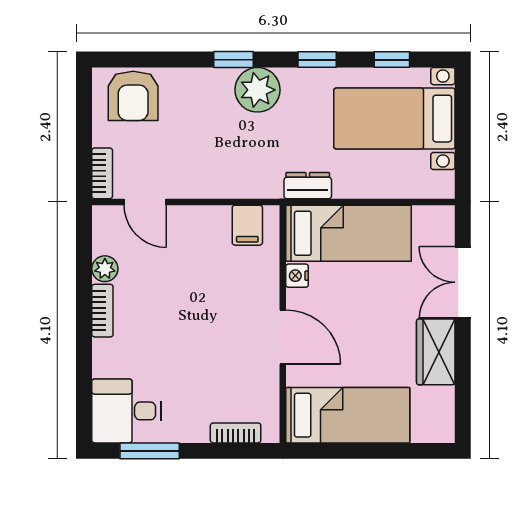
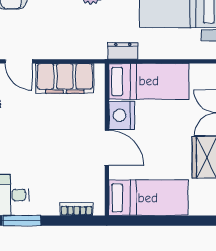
filing cabinet: (247, 225) -> (65, 78), width x3.00, depth x1.17
nightstand: (297, 276) -> (122, 115), width x1.89, depth x1.79

